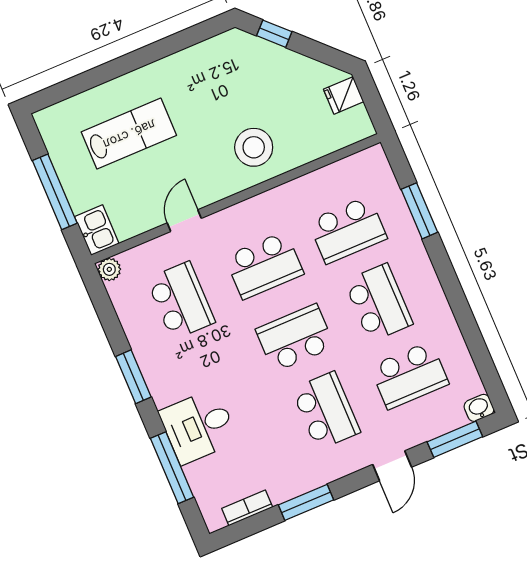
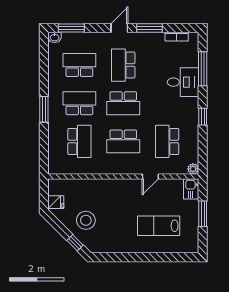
stool: (254, 147) -> (86, 220), moved
window: (55, 192) -> (203, 214), width x0.69
window: (419, 211) -> (44, 109), moved
school desk: (348, 230) -> (79, 141), turned 90
school desk: (264, 265) -> (123, 141), turned 180
school desk: (378, 303) -> (79, 103), turned 90
window: (133, 377) -> (203, 117), width x0.67
door: (392, 466) -> (119, 28), moved

